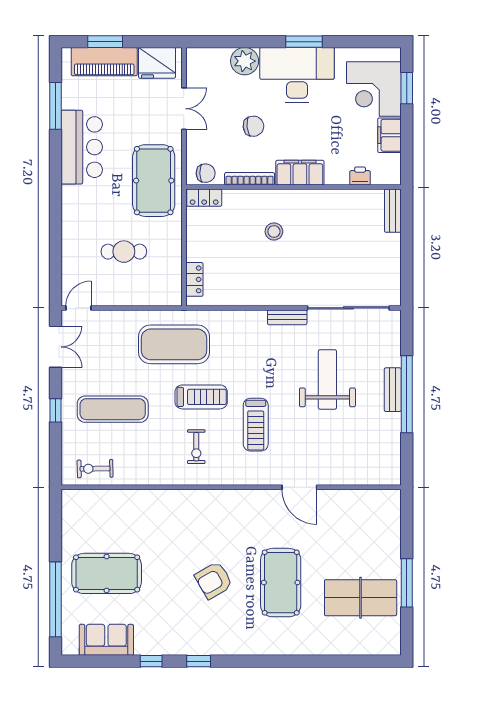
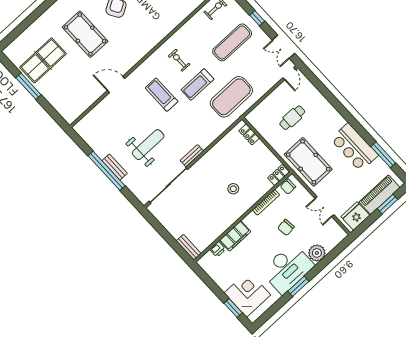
filing cabinet: (389, 135) -> (221, 280), removed
filing cabinet: (300, 173) -> (235, 236), moved
weight bench: (327, 379) -> (148, 145), turned -90

